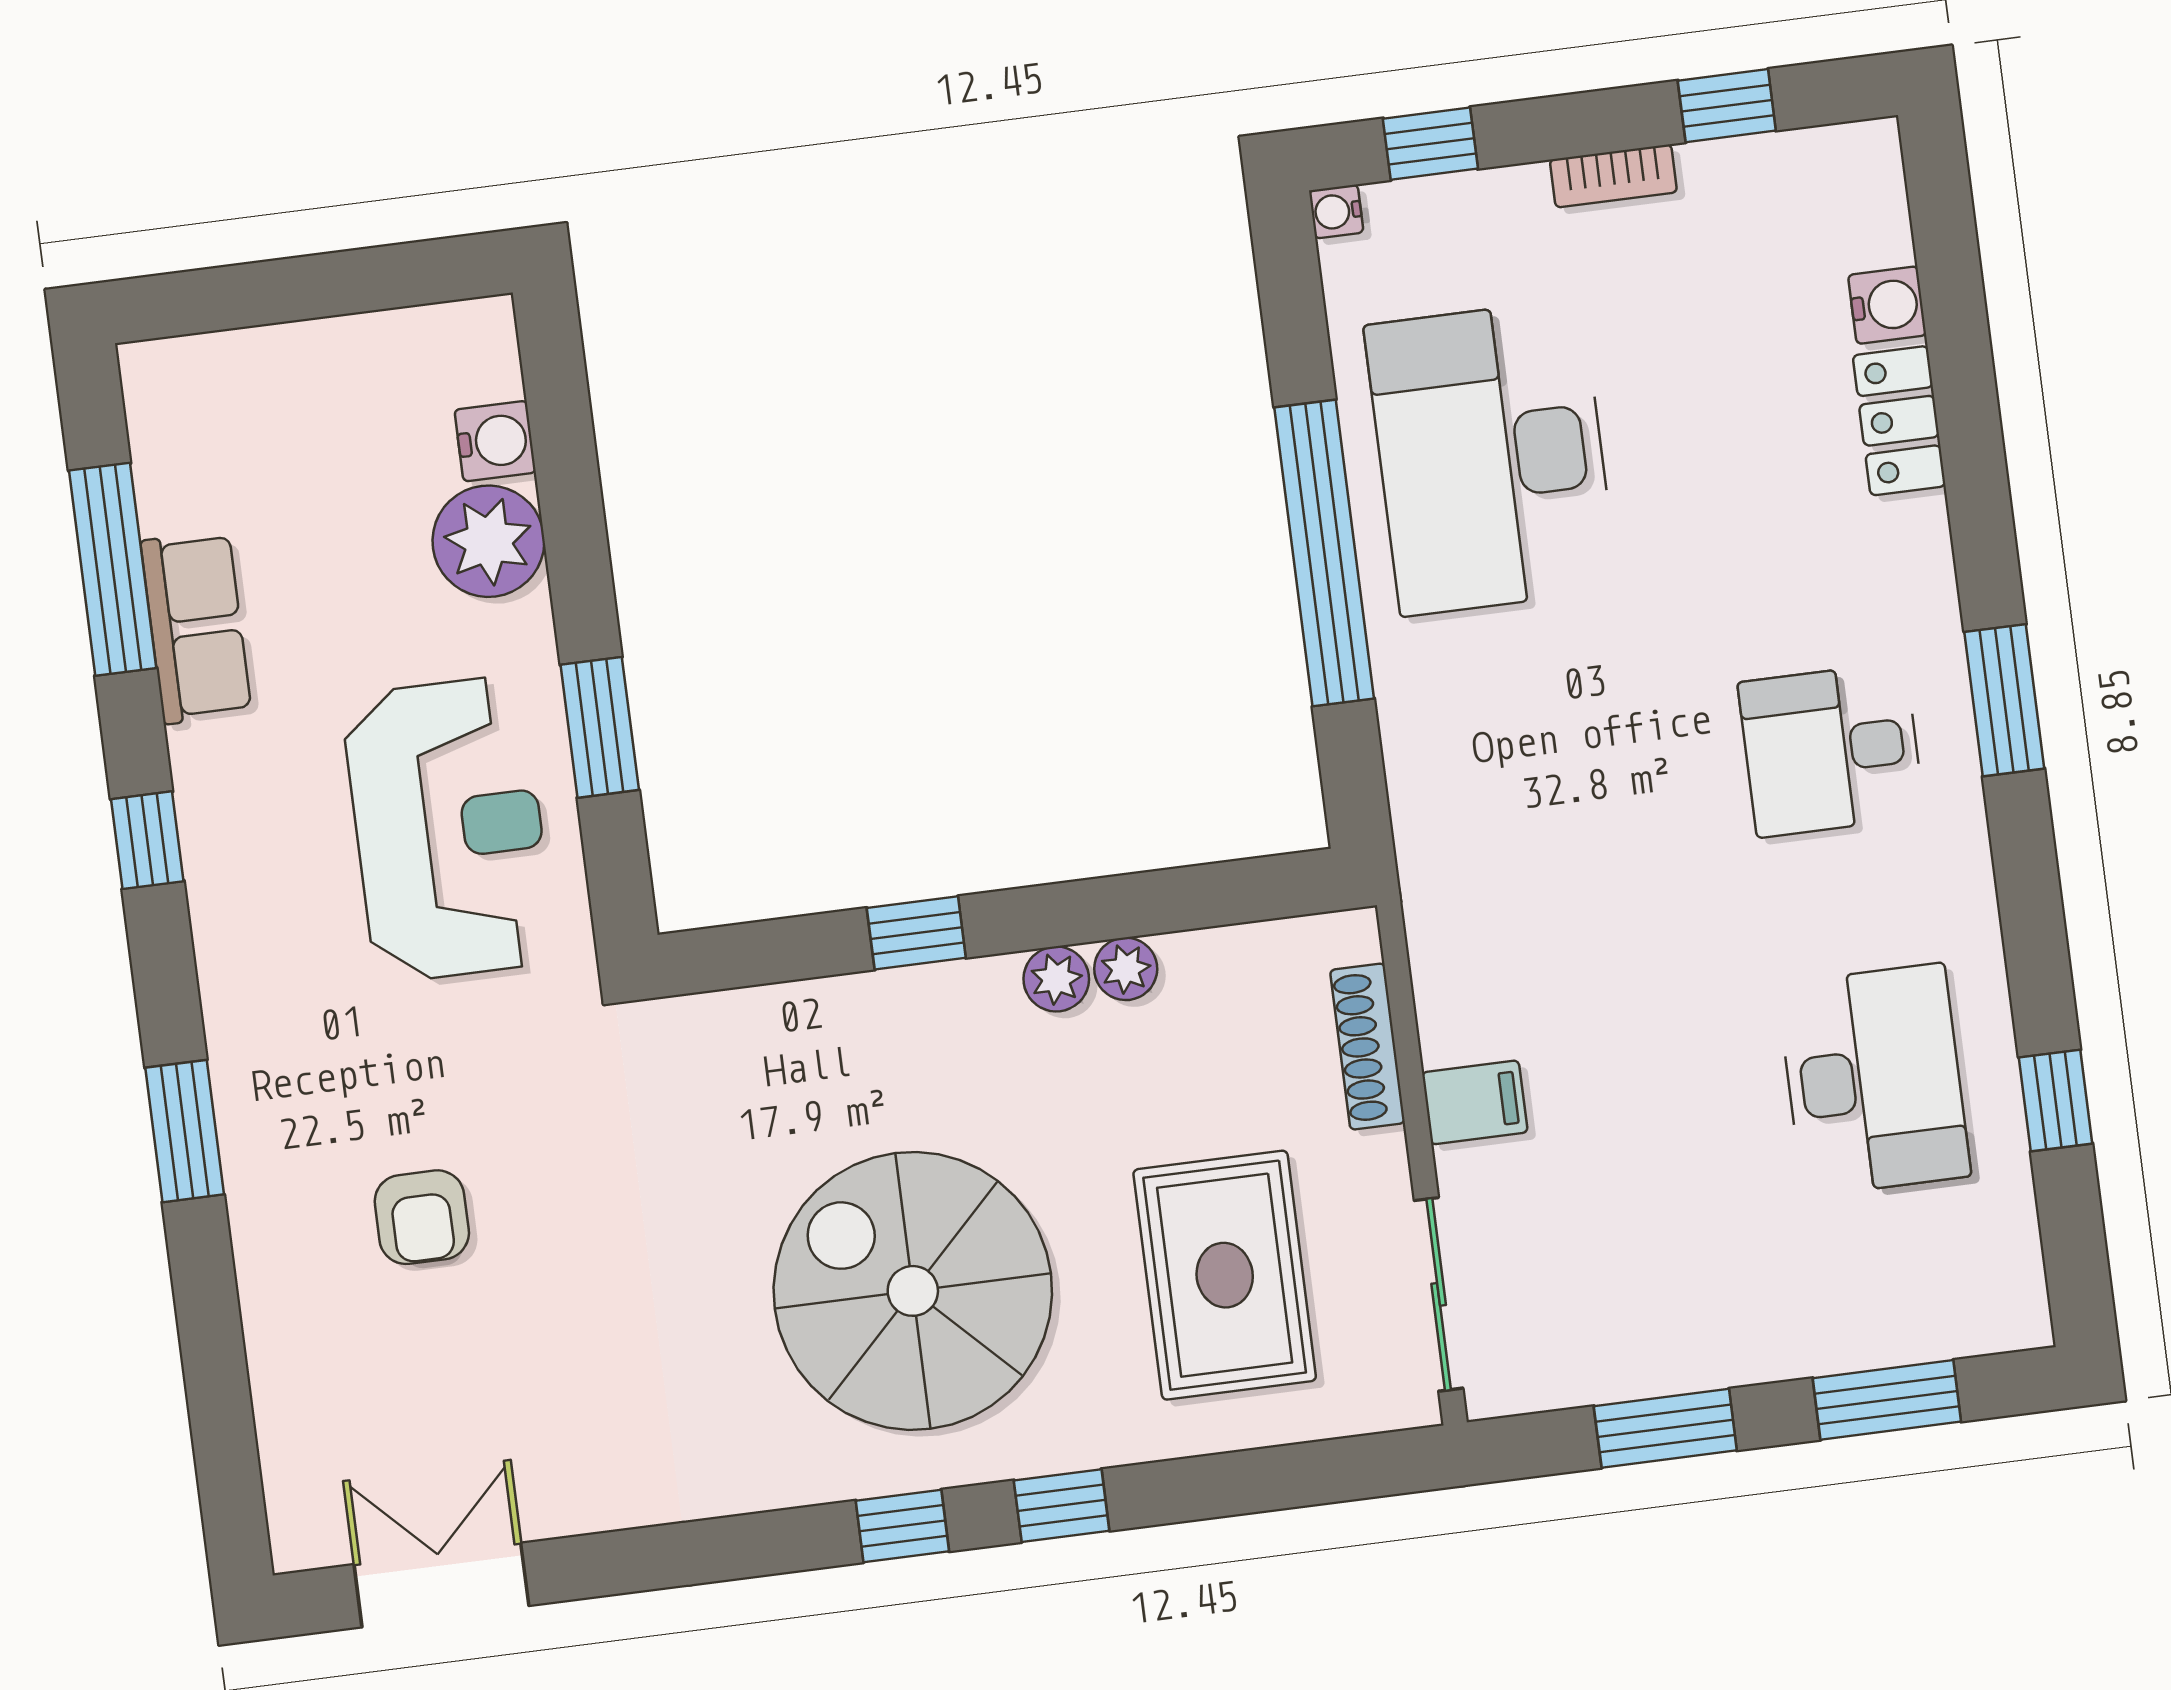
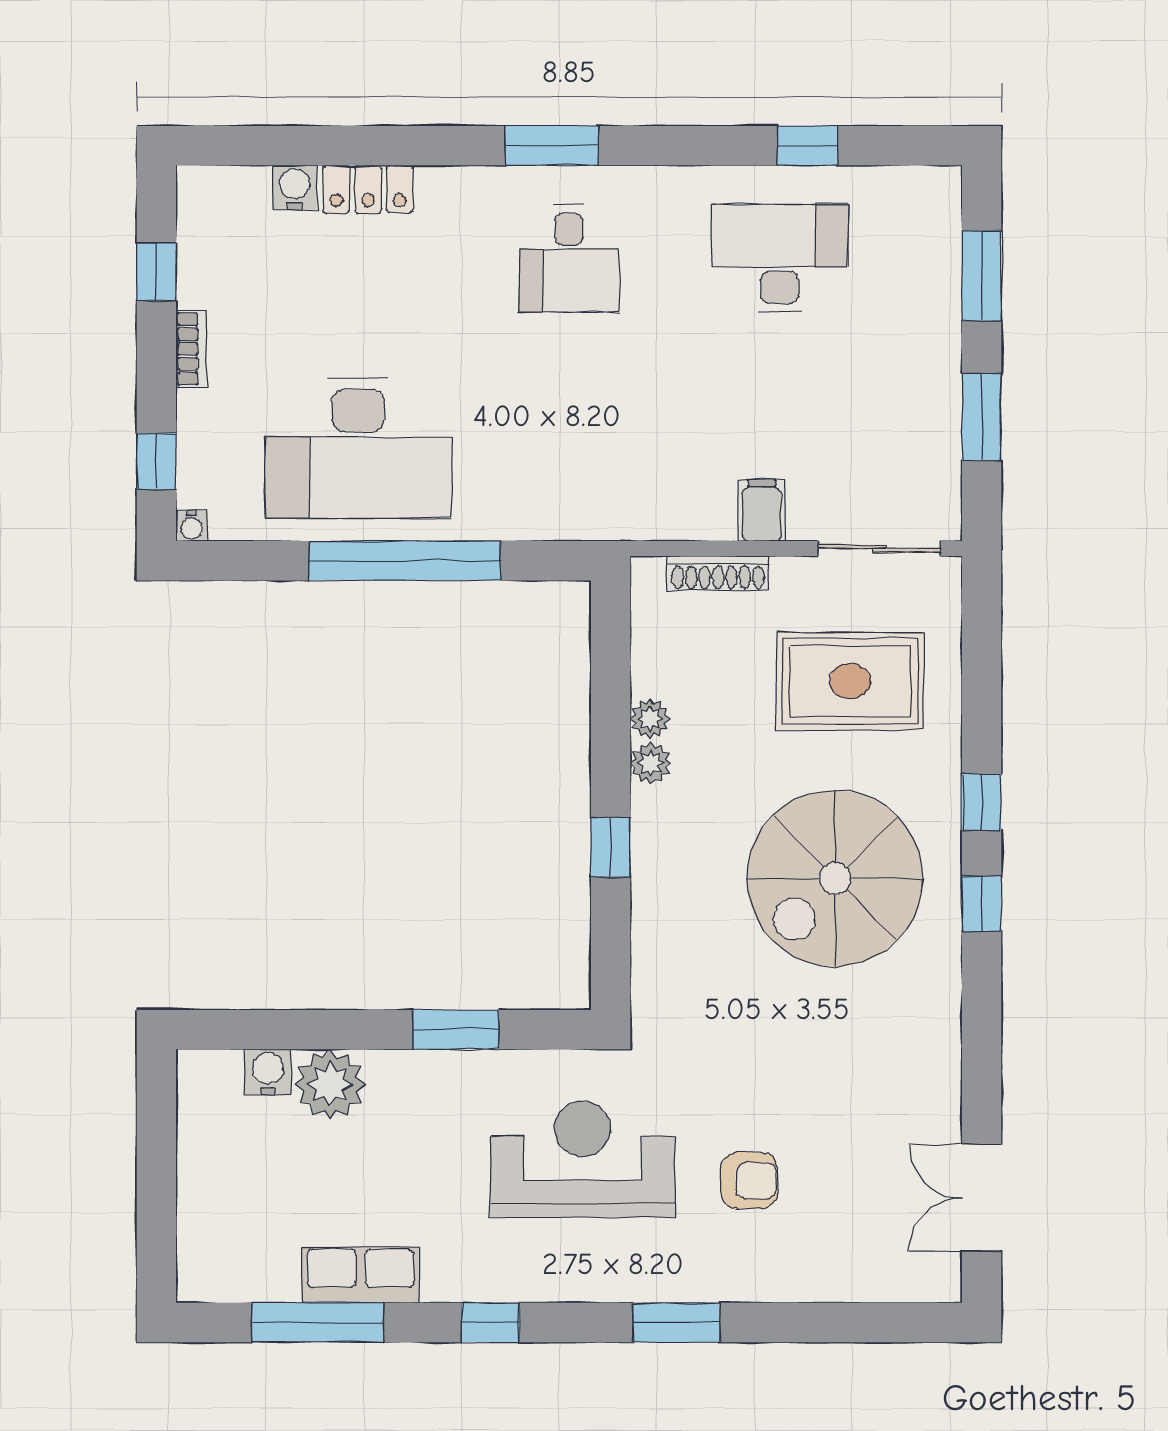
reception desk: (449, 829) -> (583, 1159), moved

